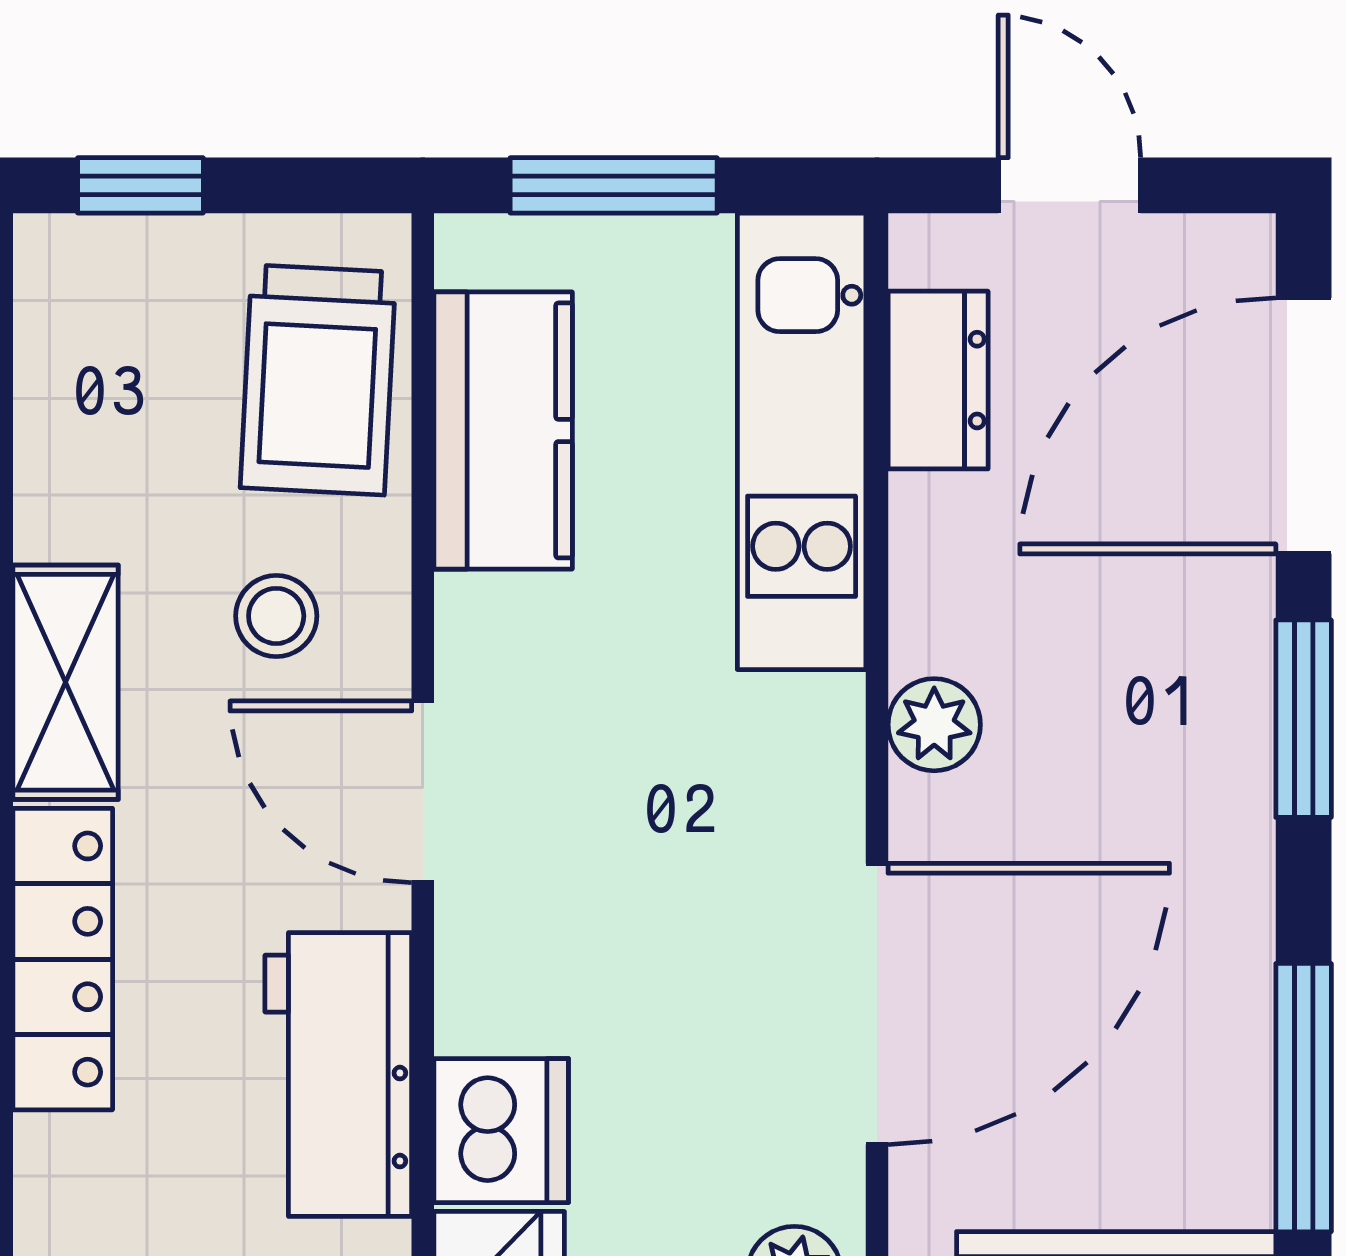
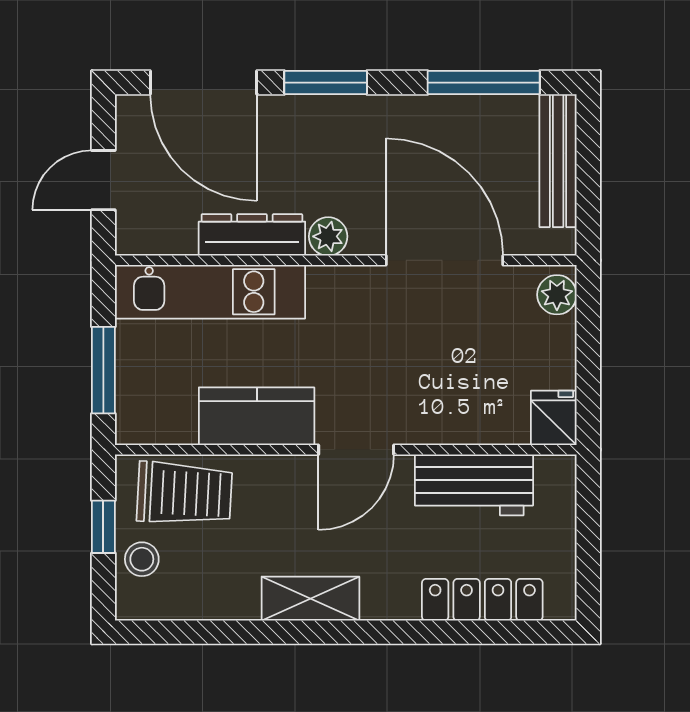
window: (140, 185) -> (103, 527), moved
dresser: (938, 380) -> (252, 235), moved, width x1.44
kitchen counter: (503, 430) -> (257, 416), moved
stool: (276, 616) -> (142, 559), moved
locker: (63, 959) -> (482, 600), moved
dishwasher: (501, 1131) -> (497, 417), removed

